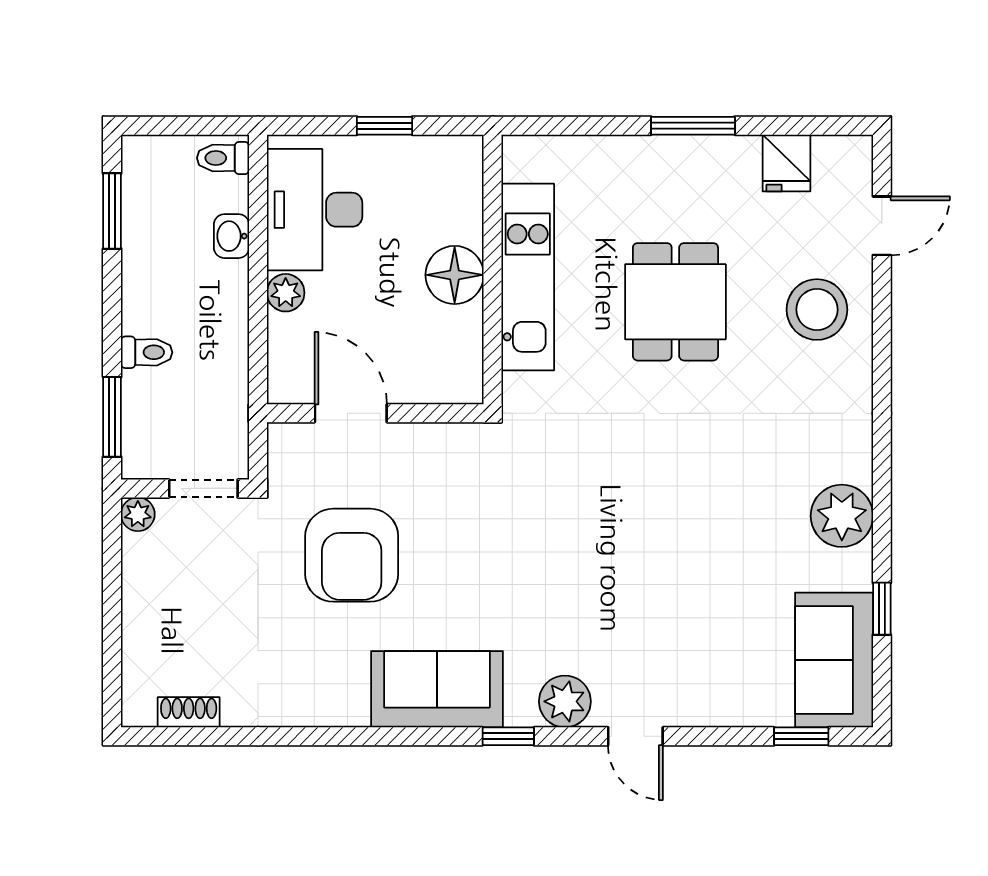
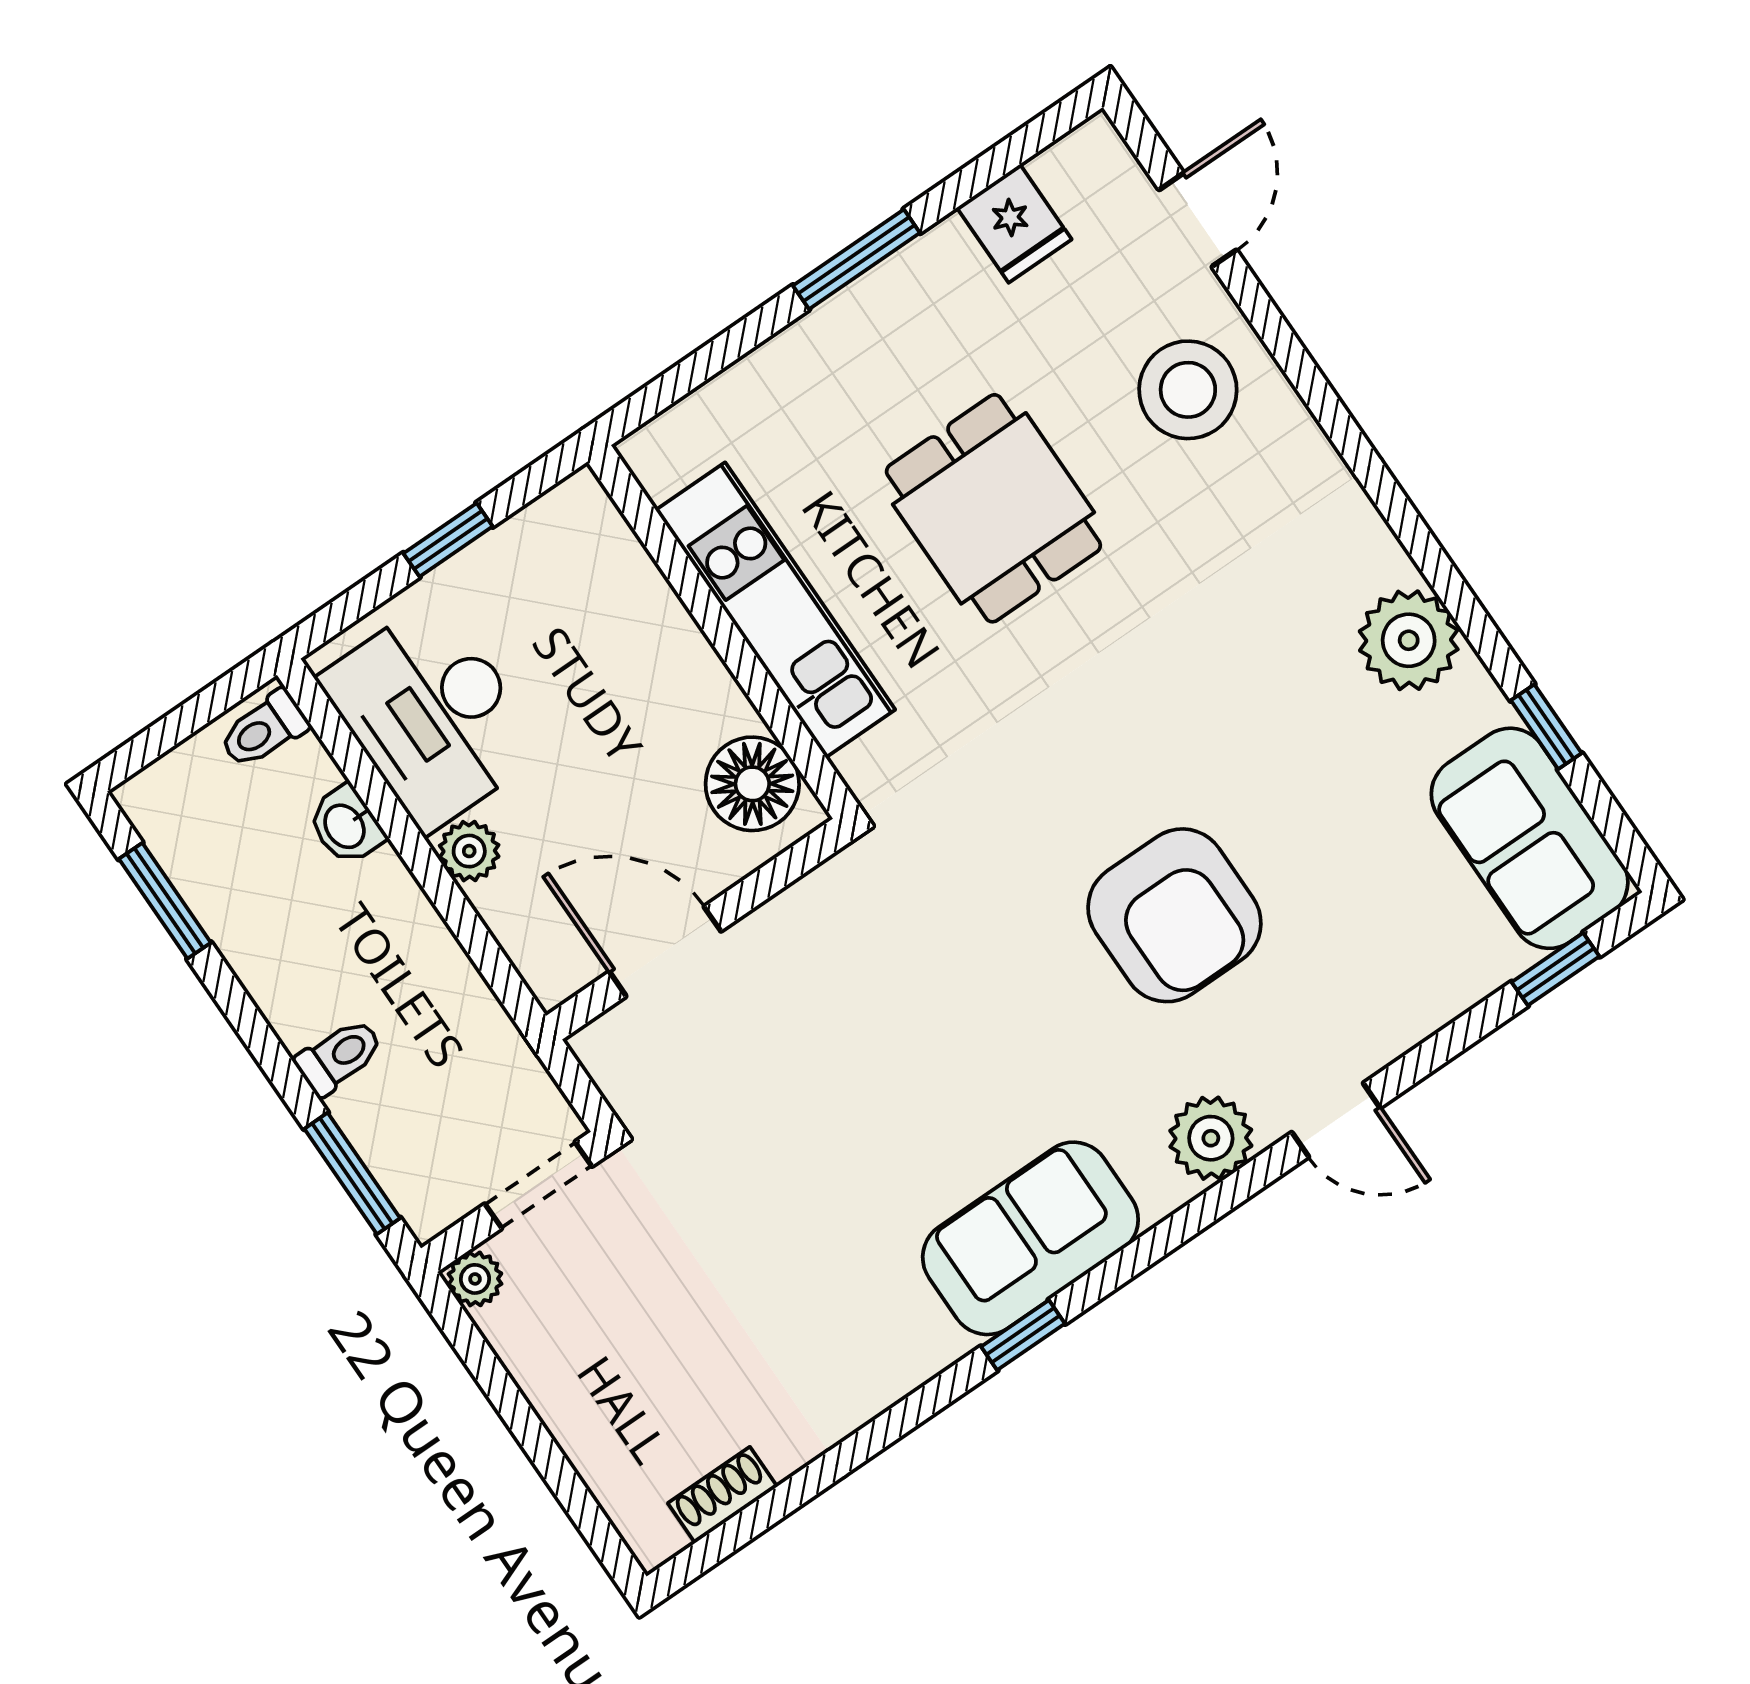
floor lamp: (455, 275) -> (752, 784), moved
armchair: (352, 555) -> (1174, 915), moved
window: (508, 736) -> (1023, 1335), moved

